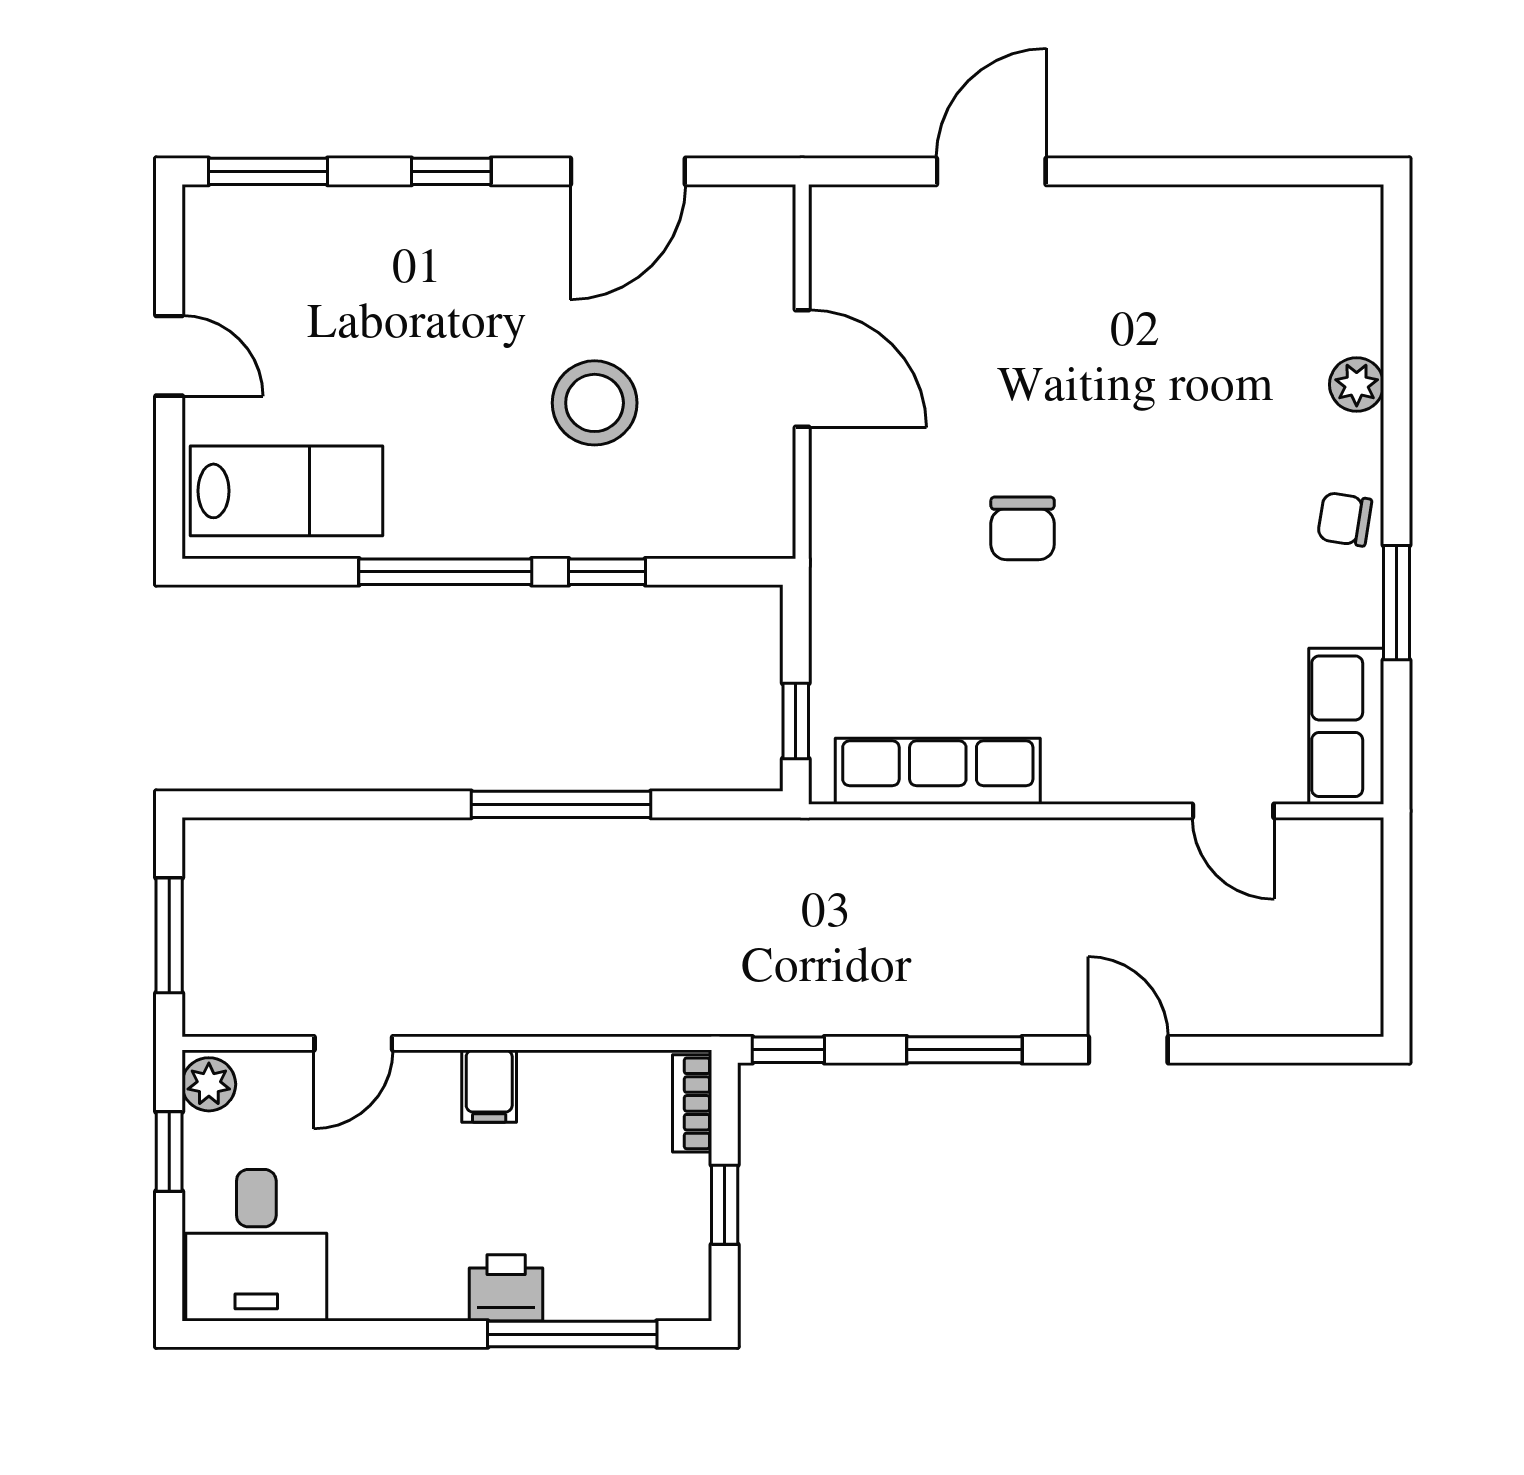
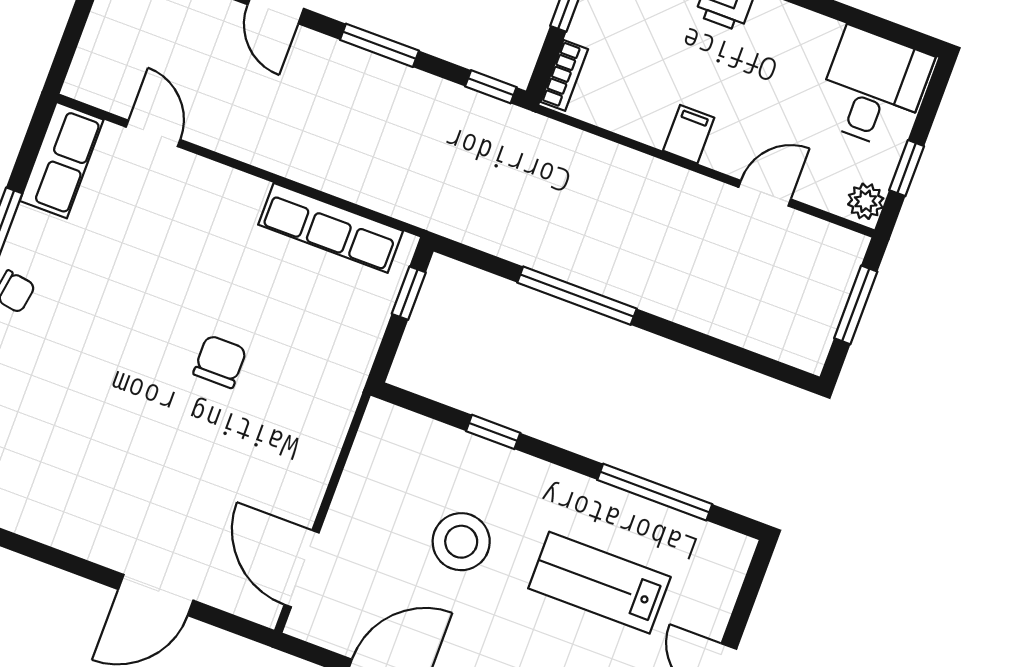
door: (802, 368) -> (302, 569), moved
lab bench: (287, 491) -> (599, 583), moved
window: (445, 572) -> (655, 492), moved

